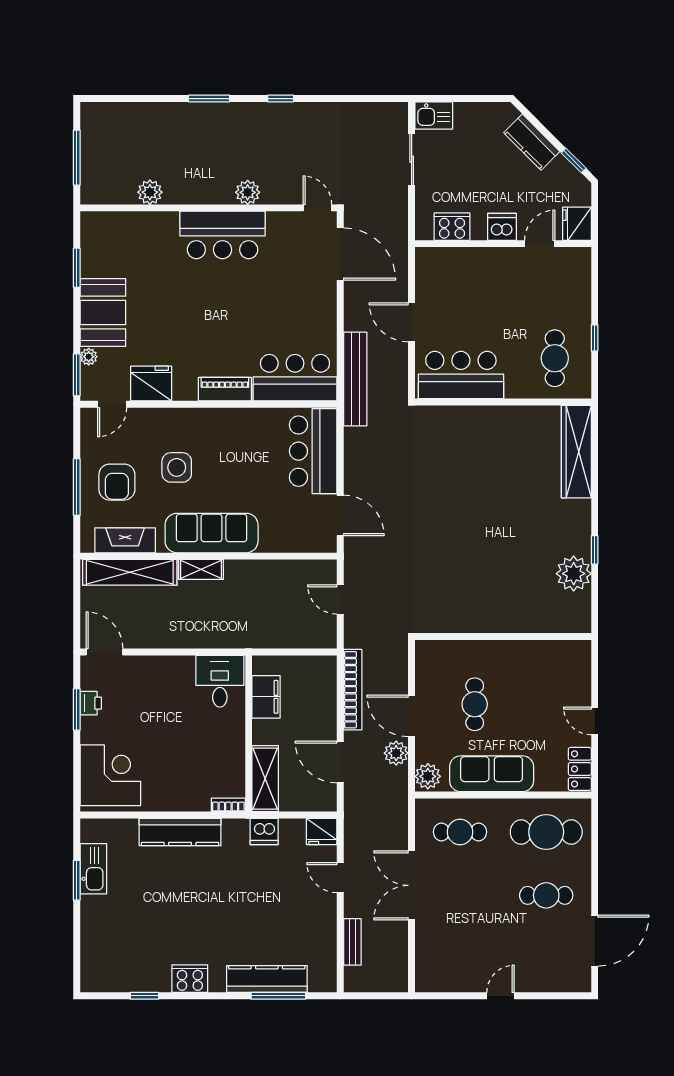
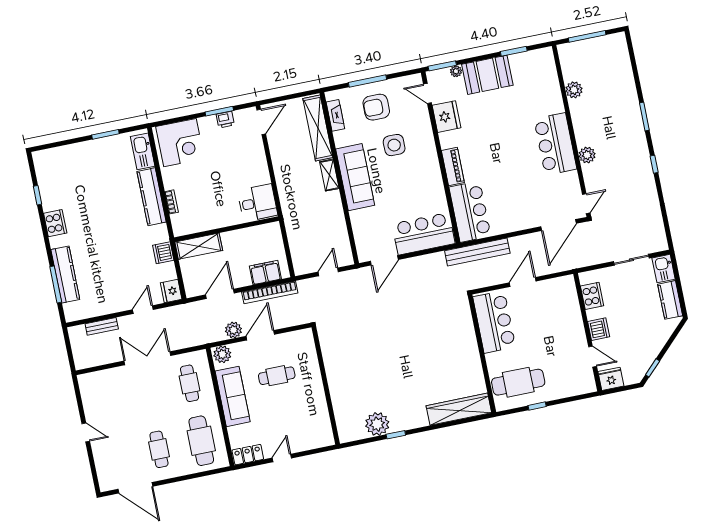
kitchen counter: (532, 142) -> (670, 300), moved, turned -45
cafe table: (555, 358) -> (518, 382), width x1.37, depth x1.35
fireplace: (125, 540) -> (335, 115), width x0.73, depth x0.76
filing cabinet: (266, 697) -> (265, 273), moved, turned 180
bookcase: (228, 805) -> (171, 202), moved
kitchen sink: (93, 869) -> (143, 151), moved, turned 90

